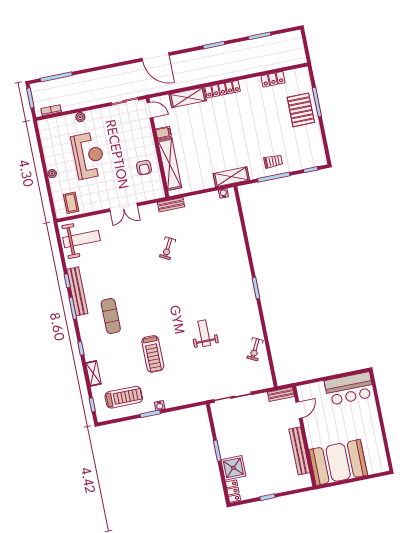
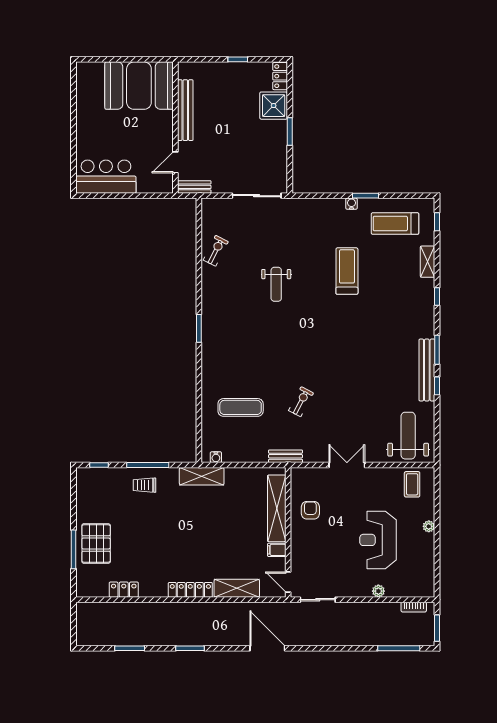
weight bench: (82, 239) -> (408, 436), turned 90
exercise mat: (111, 316) -> (241, 407), moved, turned 90

